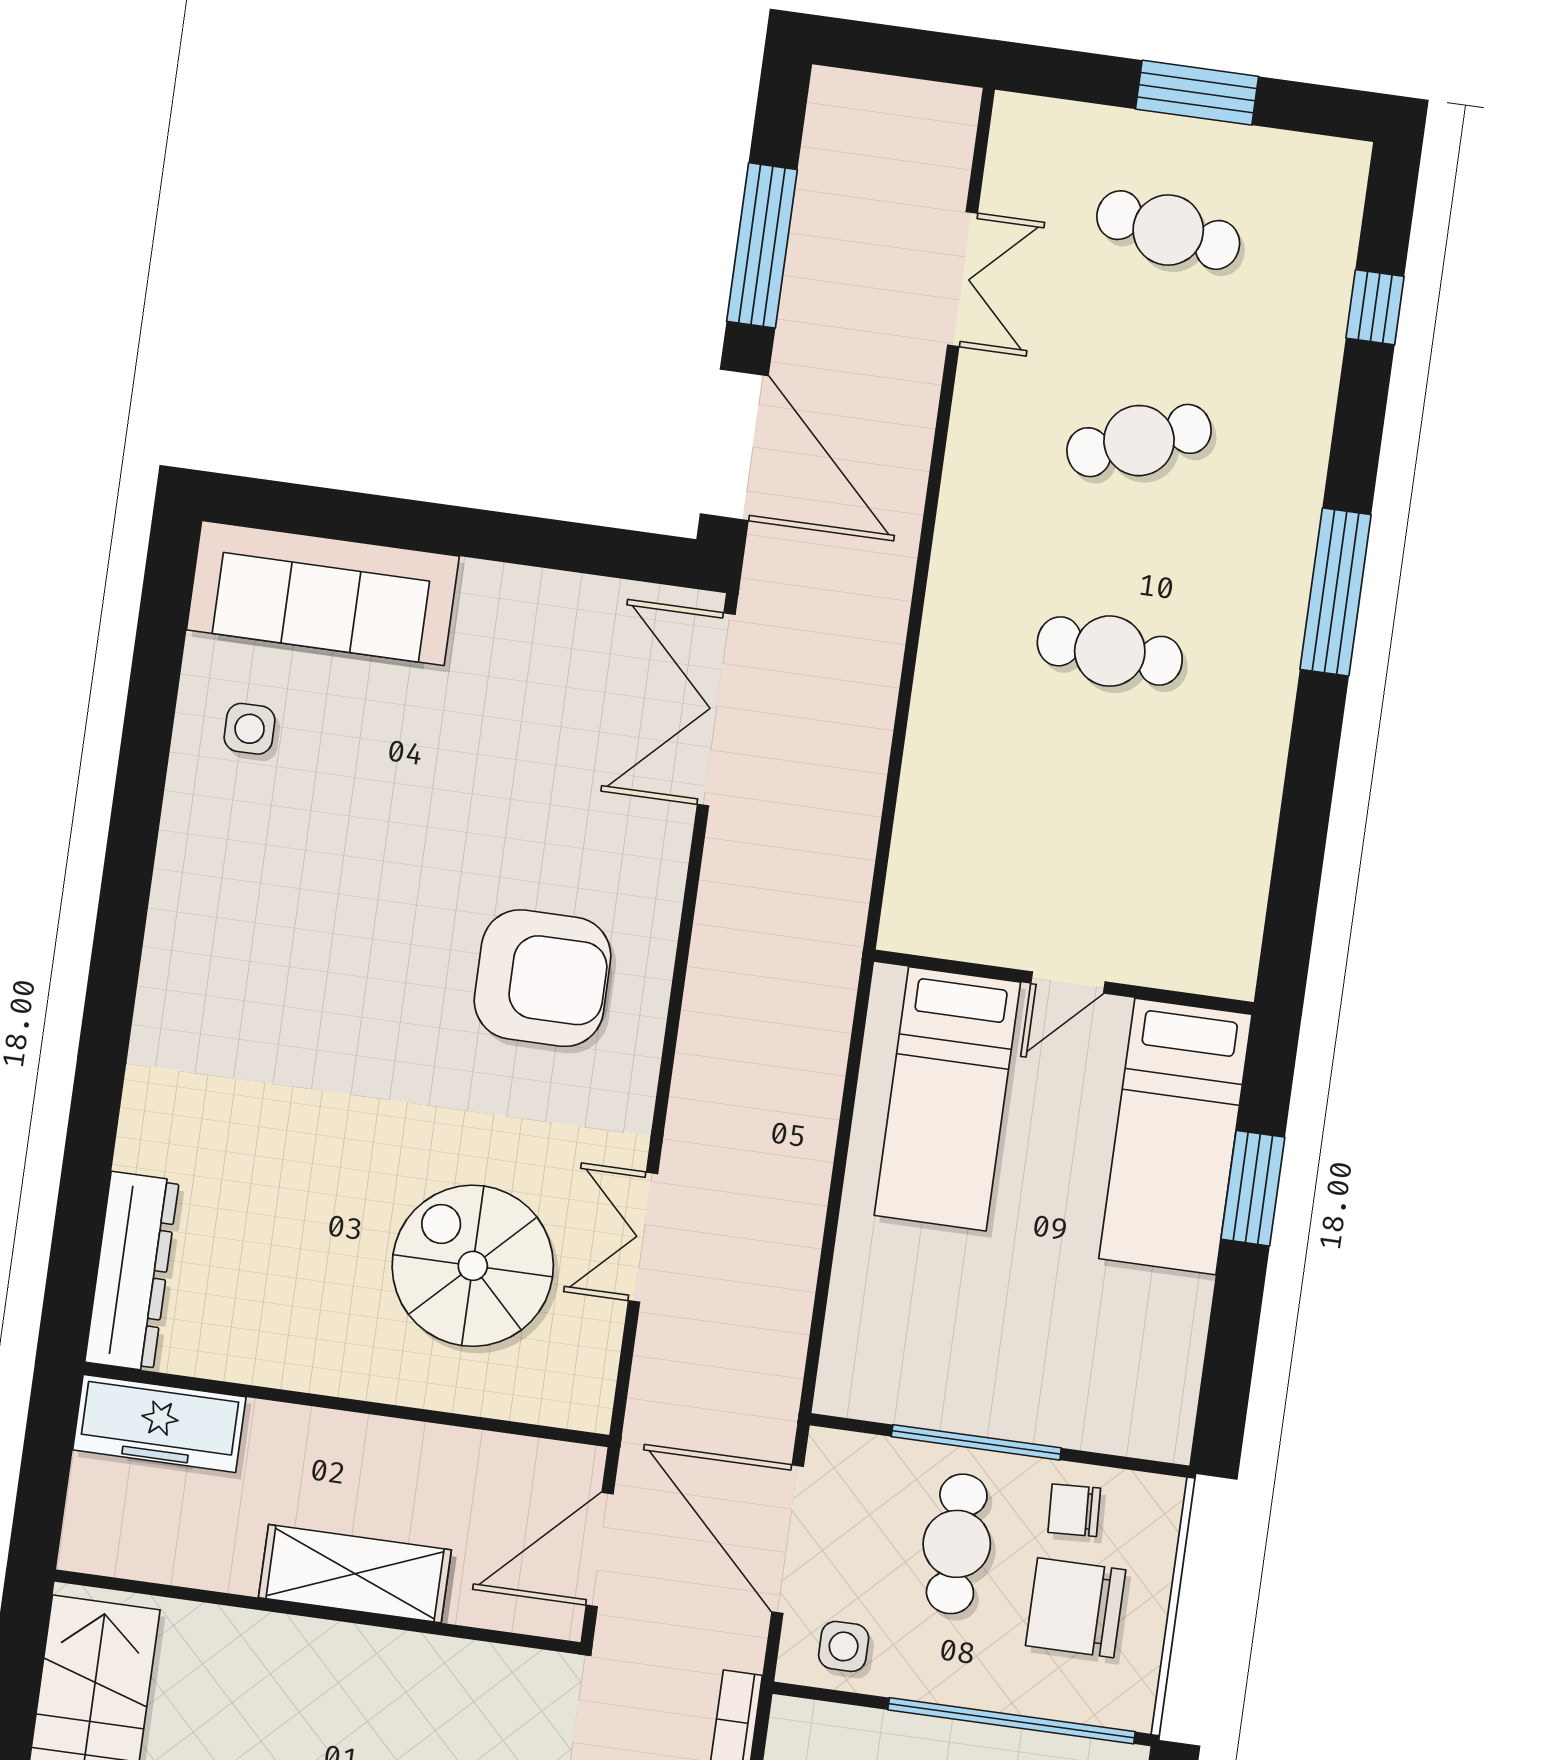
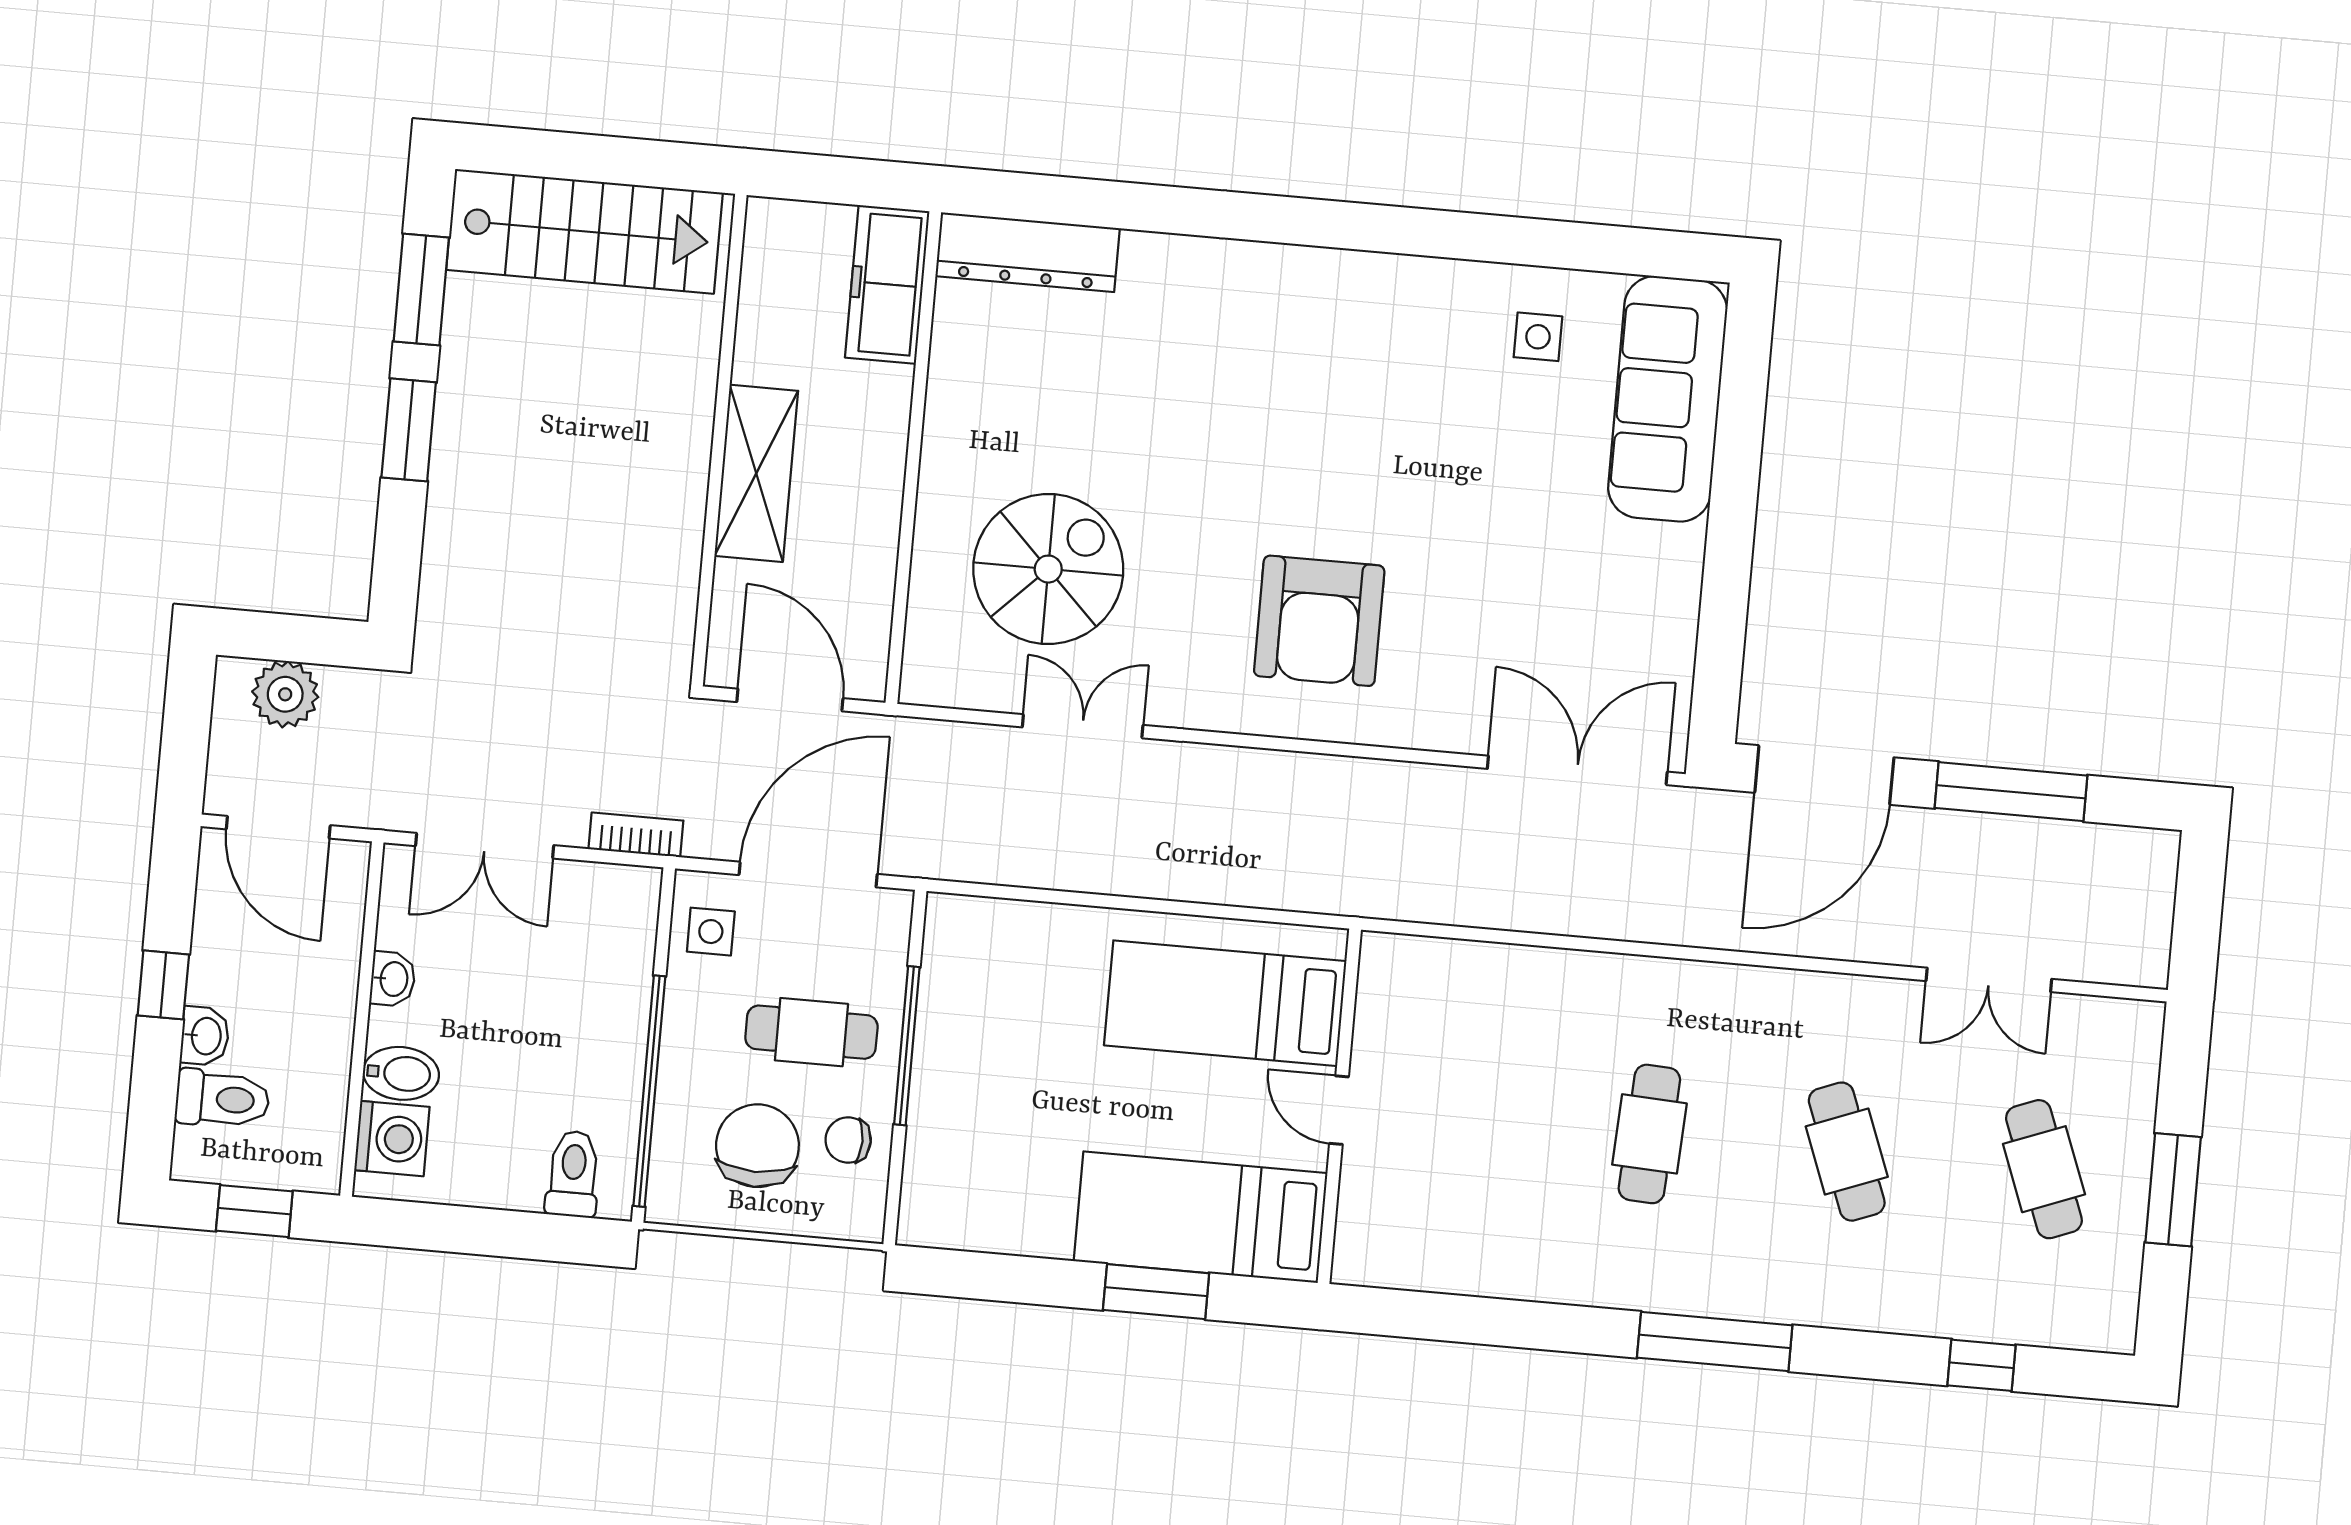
cafe table: (1168, 230) -> (2044, 1169), turned -30
chair: (1074, 1510) -> (848, 1140), turned -87

